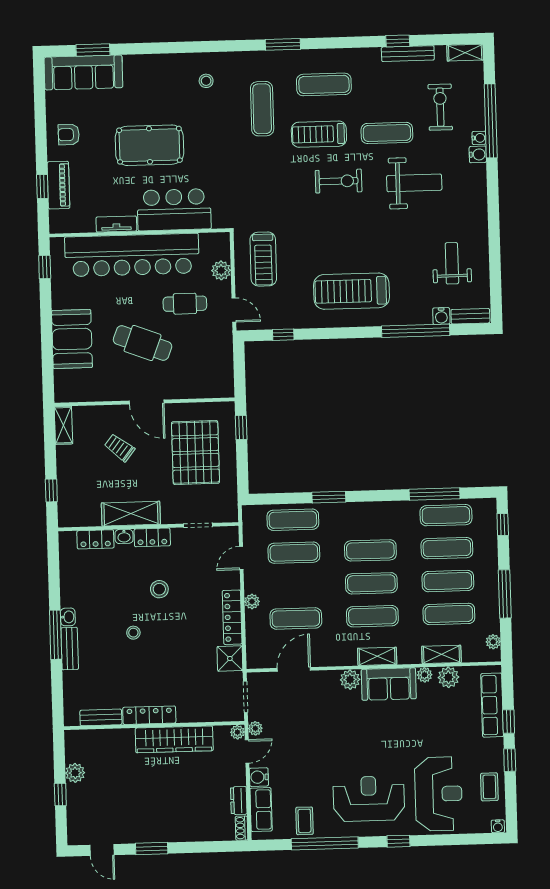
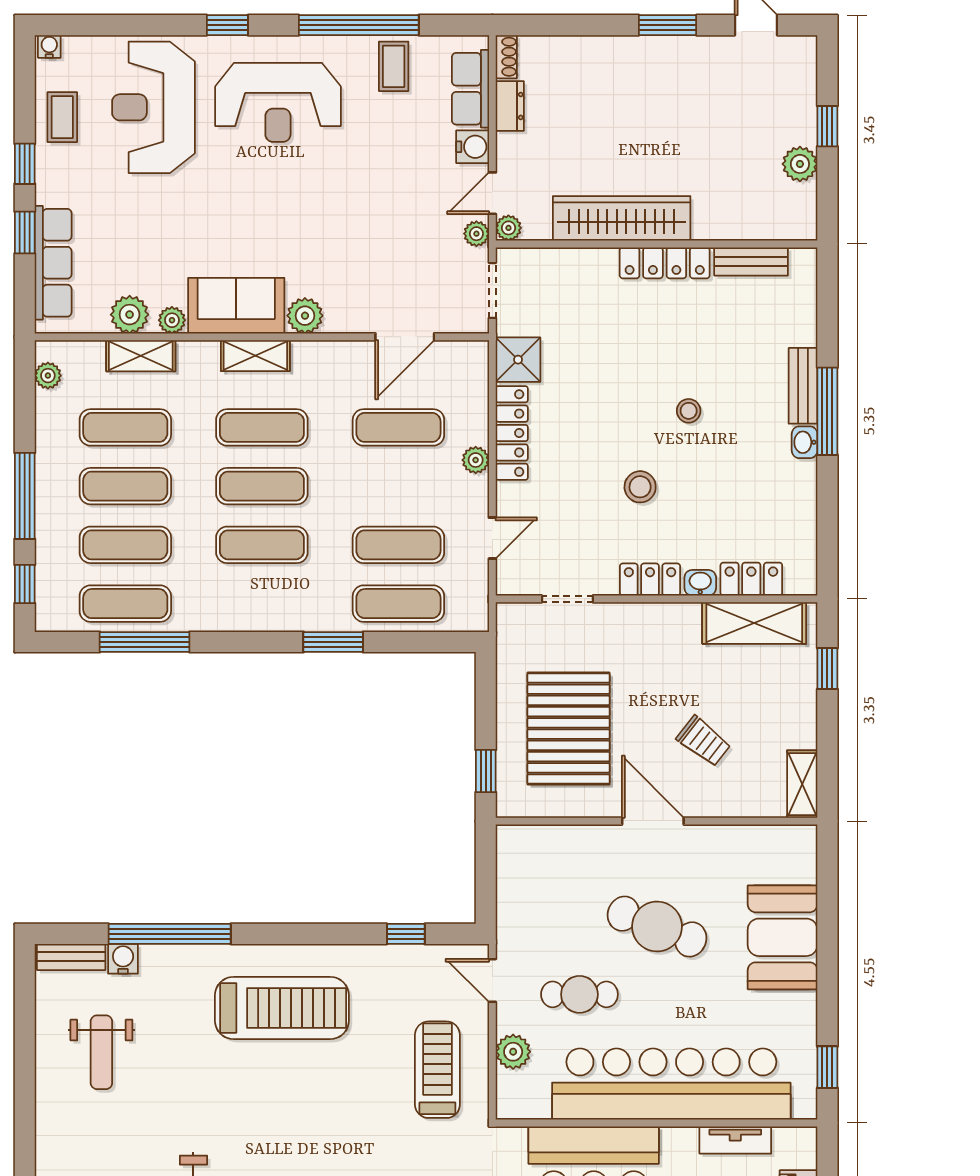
tv unit: (116, 224) -> (735, 1140), moved
shelving: (131, 514) -> (754, 623), moved
window: (505, 594) -> (25, 496), moved

